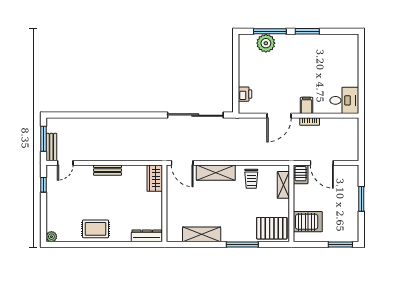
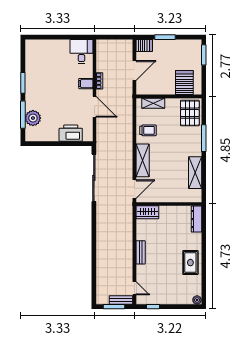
printer: (245, 94) -> (71, 133), width x1.87, depth x1.48
server rack: (301, 174) -> (144, 45), moved

